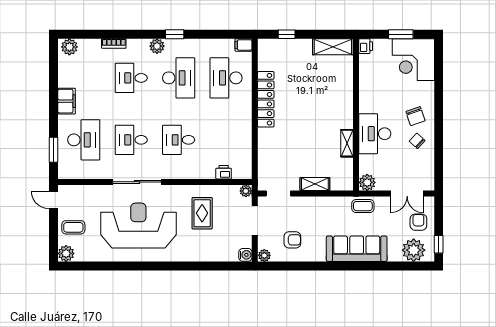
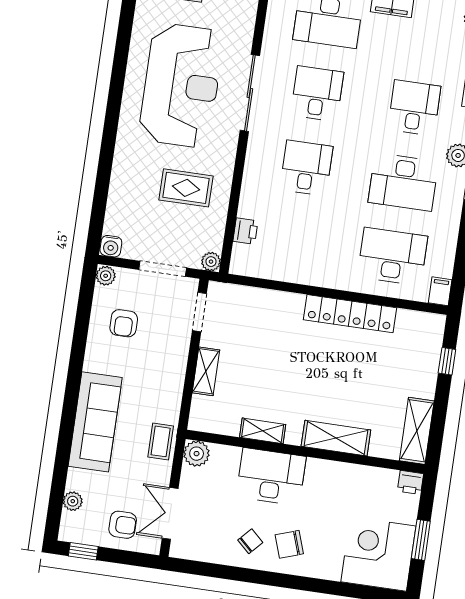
shelving: (345, 97) -> (336, 438), added
plant: (414, 250) -> (73, 501), width x0.53, depth x0.53

